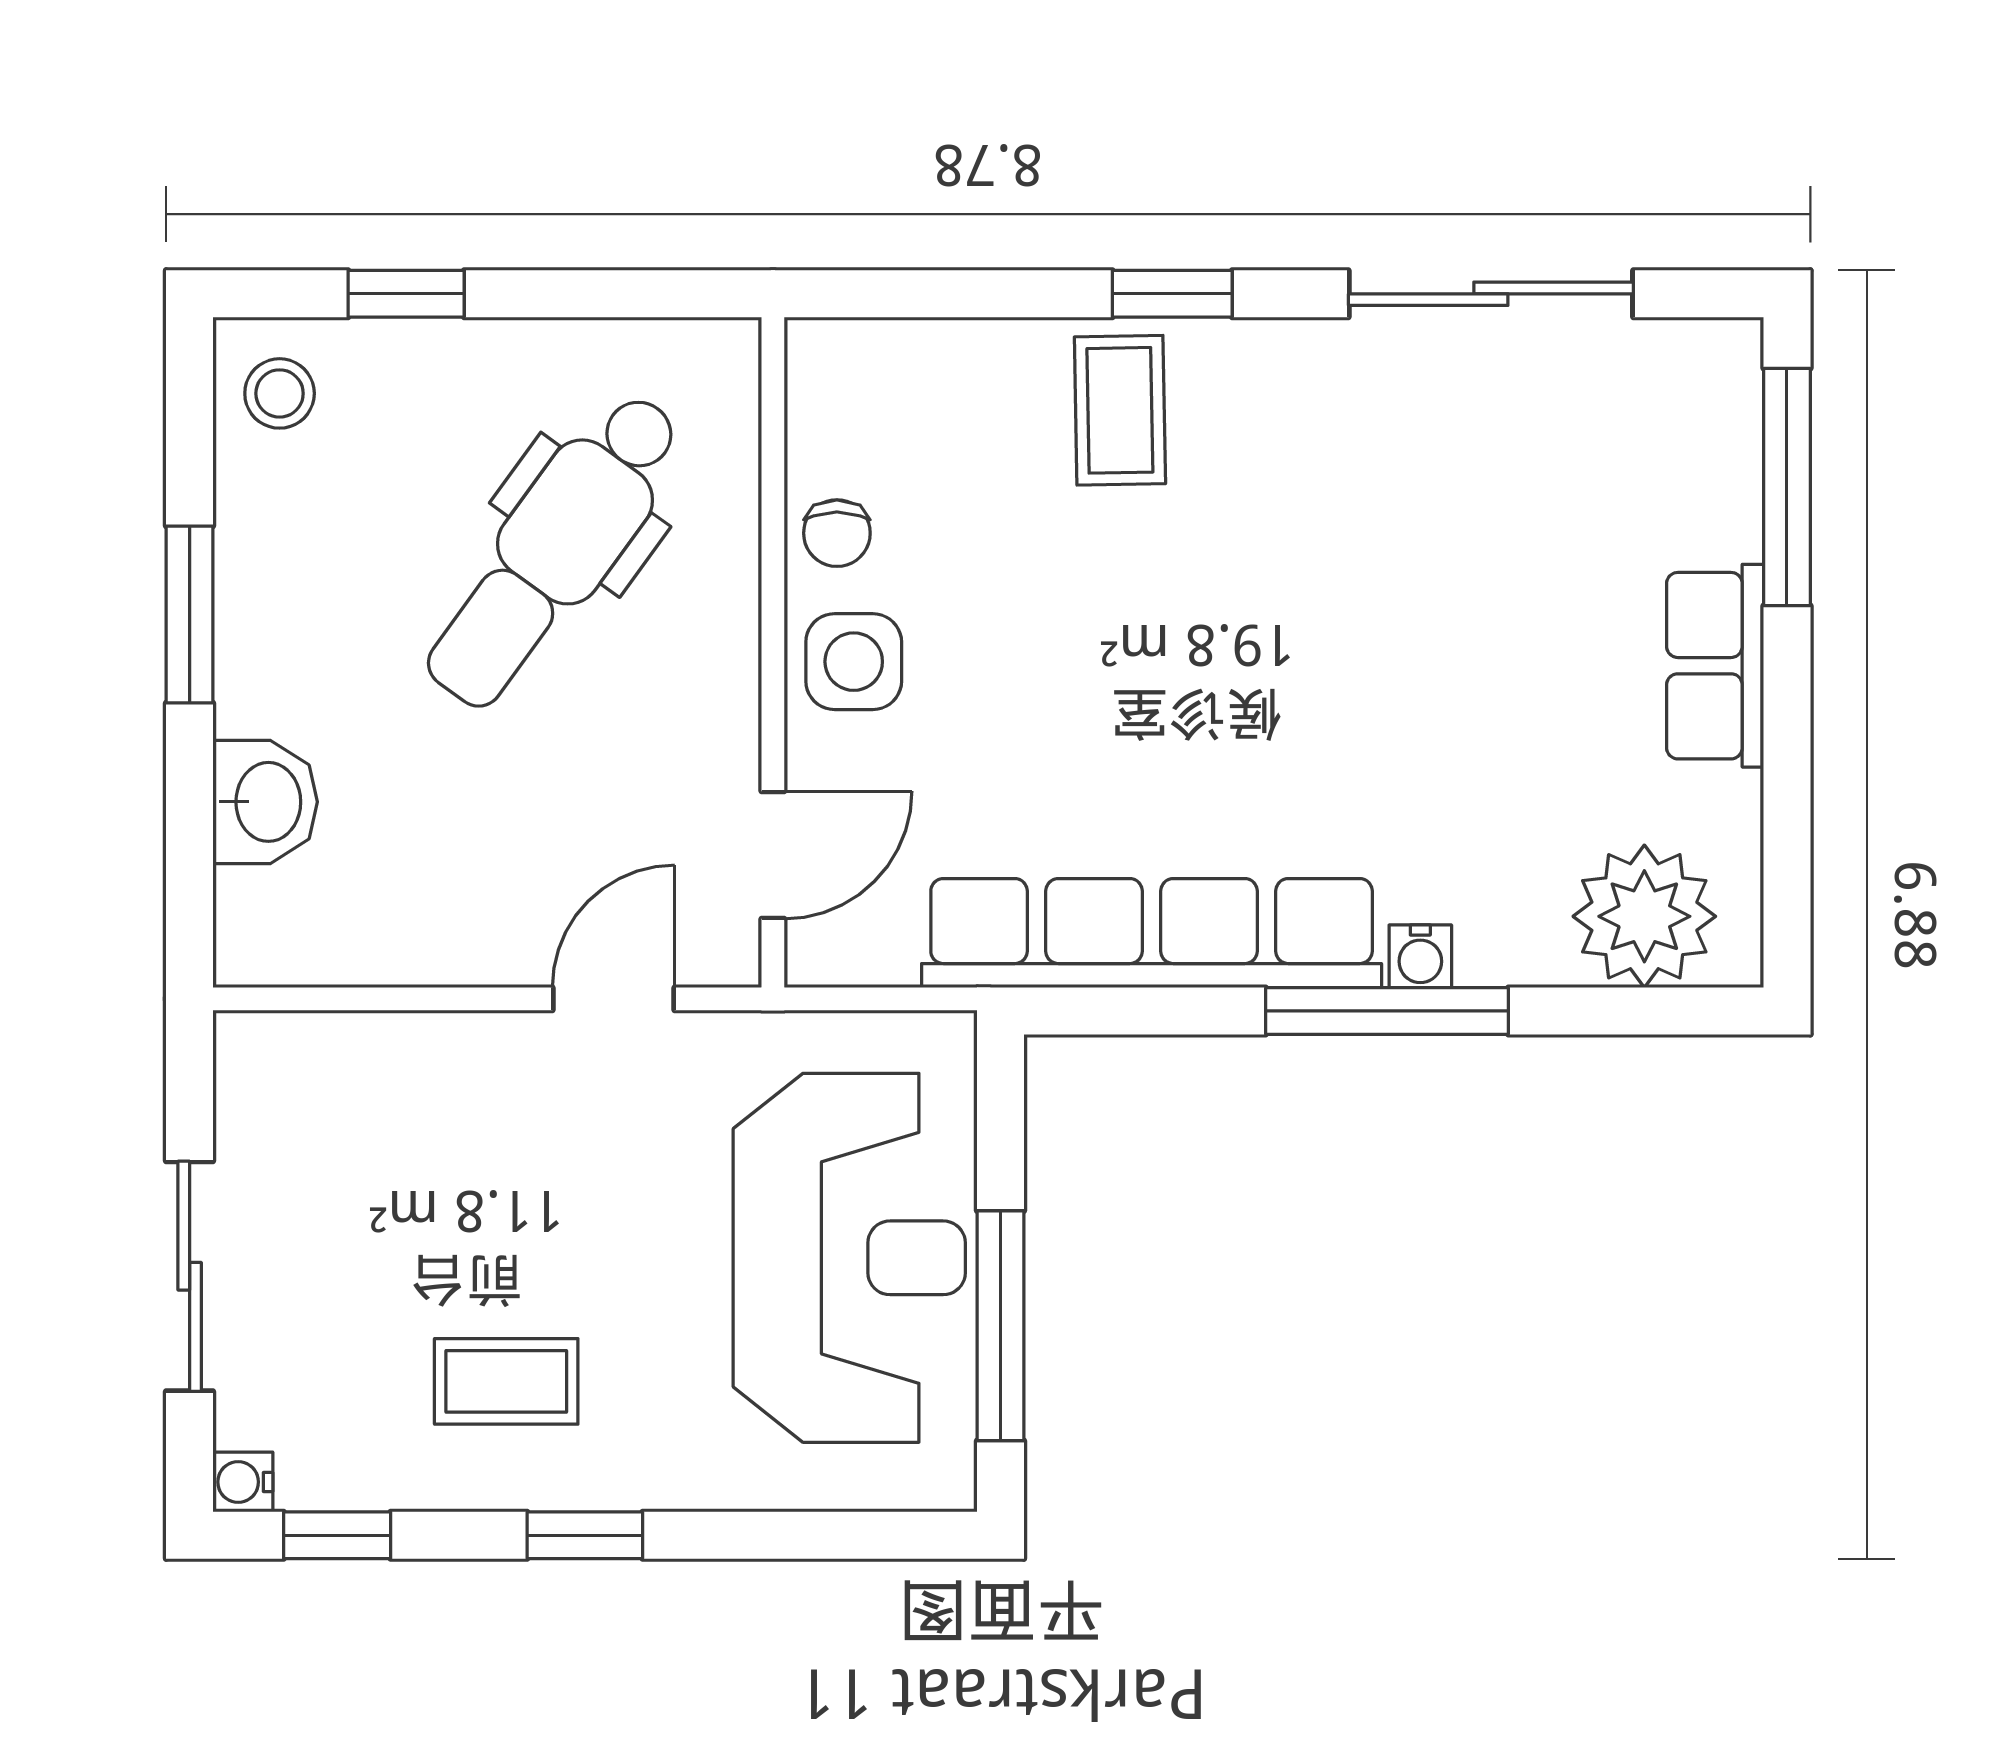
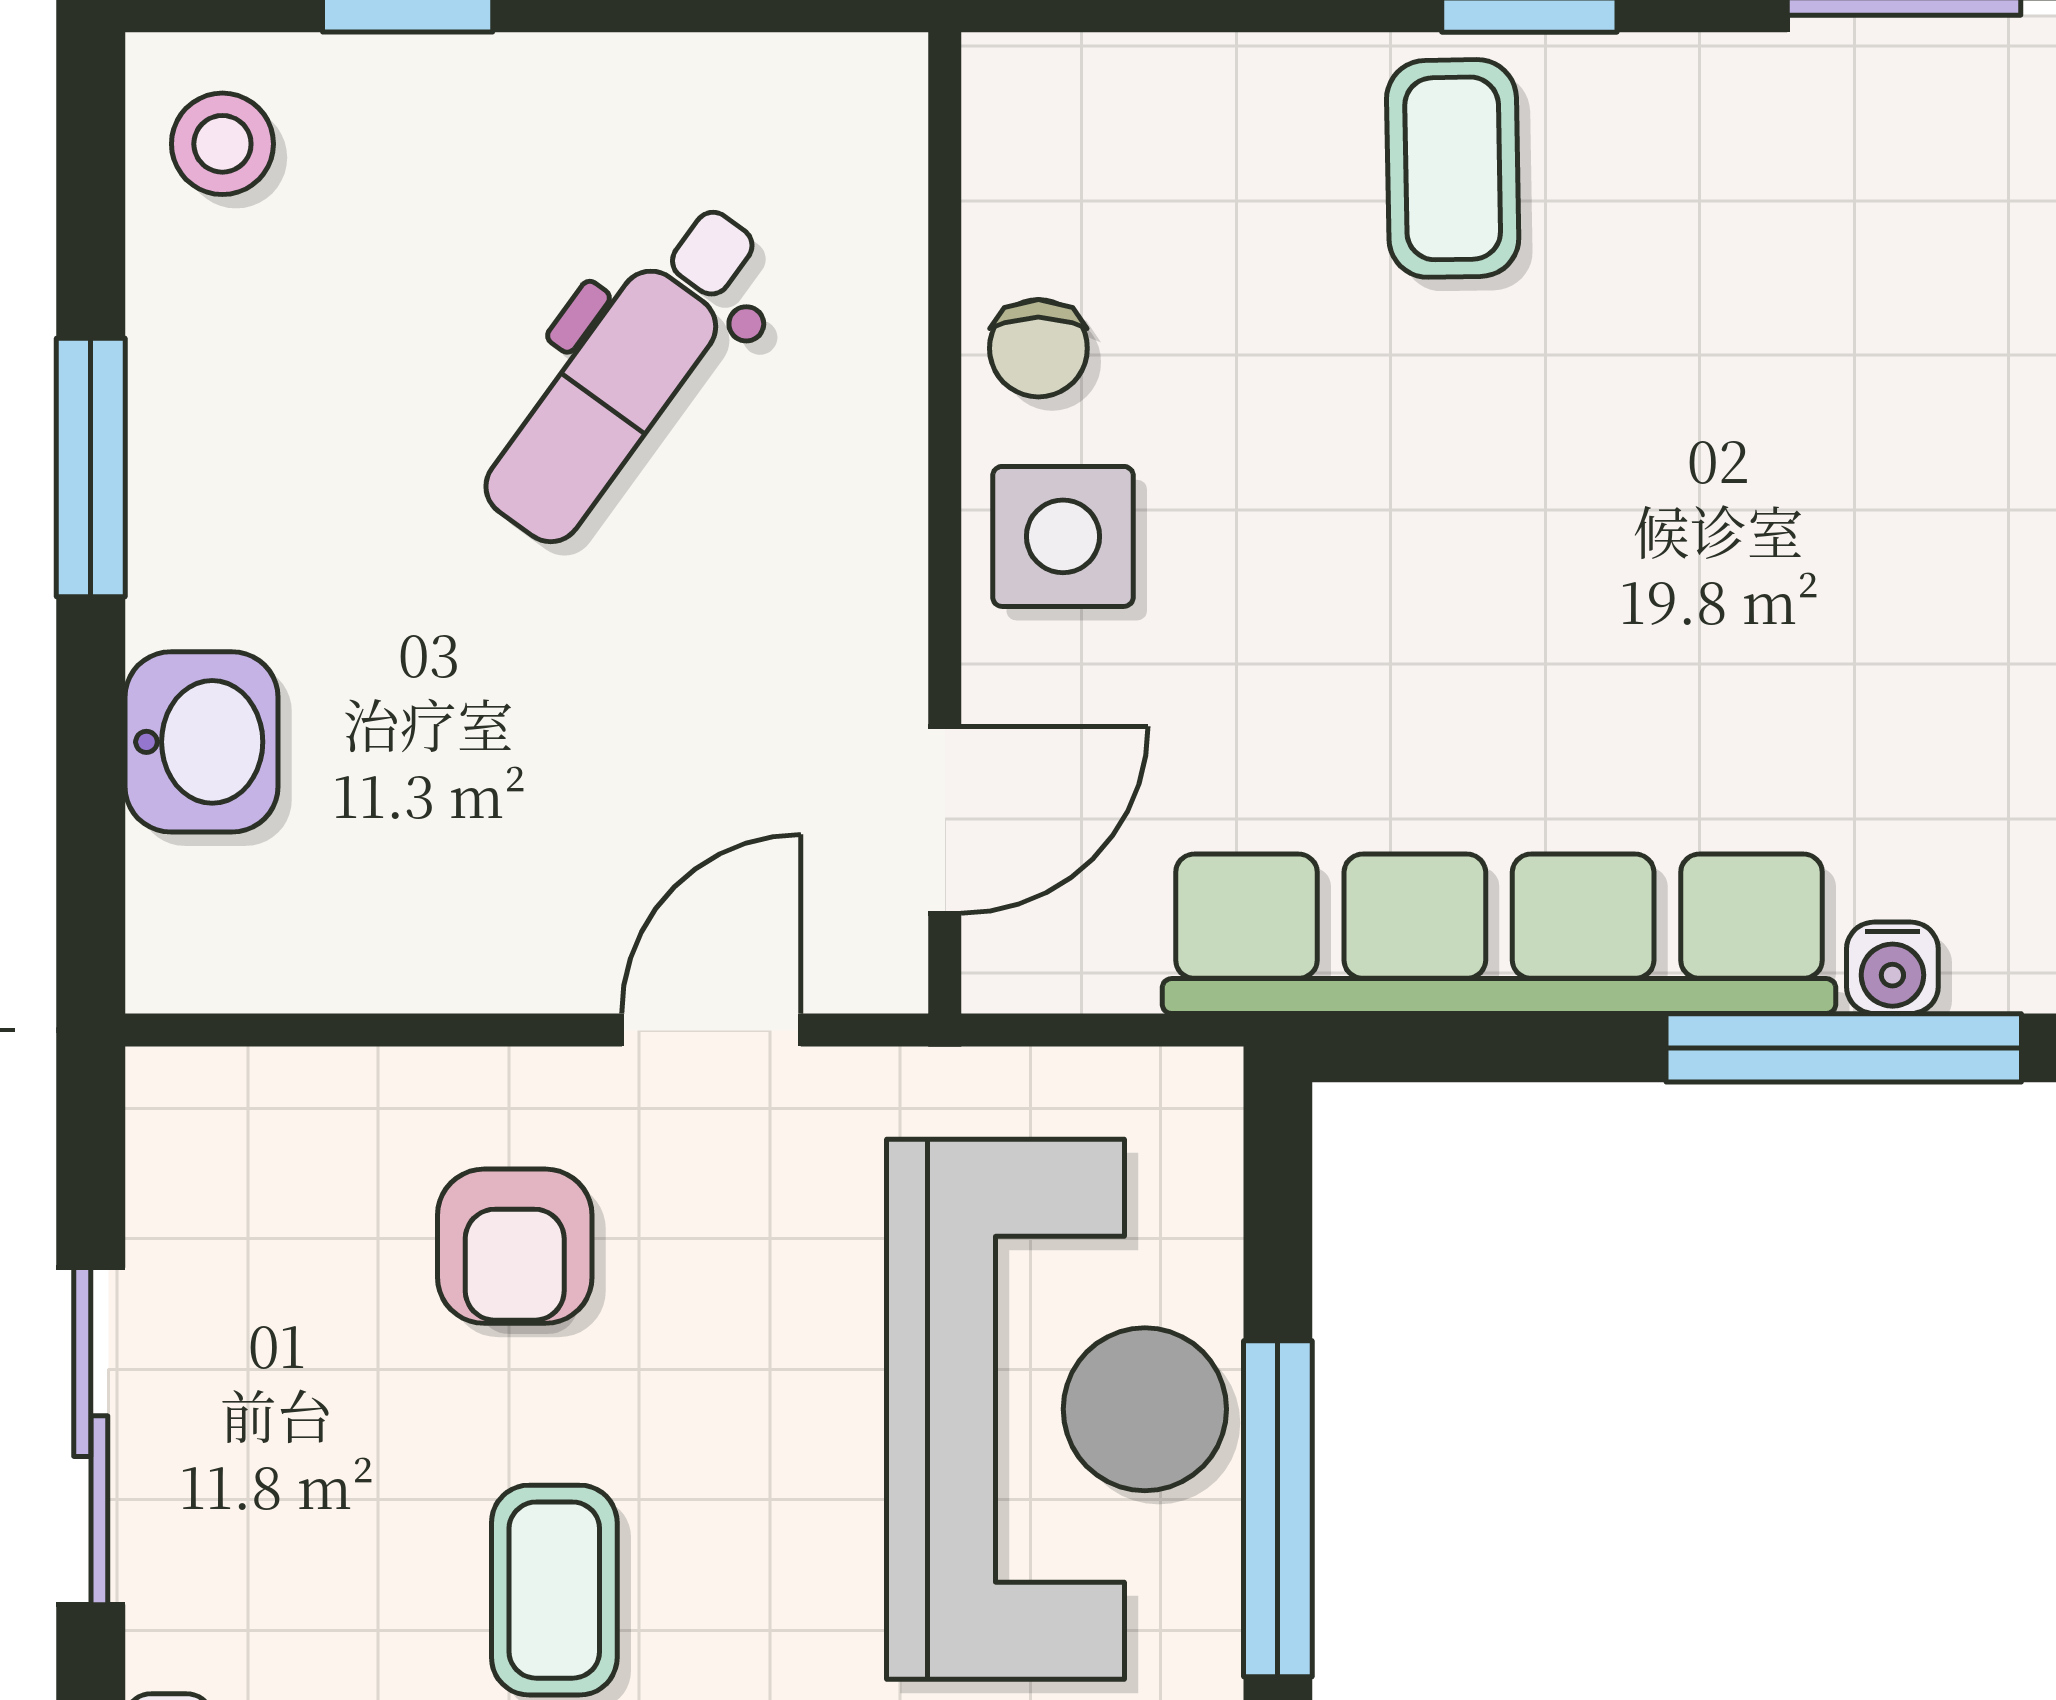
dental chair: (554, 550) -> (625, 373), width x0.73, depth x0.72
armchair: (479, 1146) -> (515, 1246), added
coffee table: (506, 1381) -> (554, 1590), turned 90

